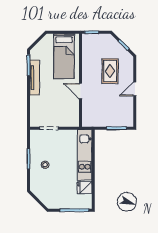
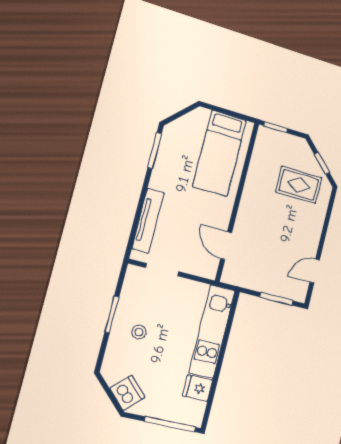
rug: (110, 71) -> (299, 185), moved, turned 90
tv unit: (35, 77) -> (148, 221), moved
door: (135, 89) -> (315, 271), moved
door: (81, 91) -> (226, 246), moved
dishwasher: (47, 198) -> (127, 393), added

